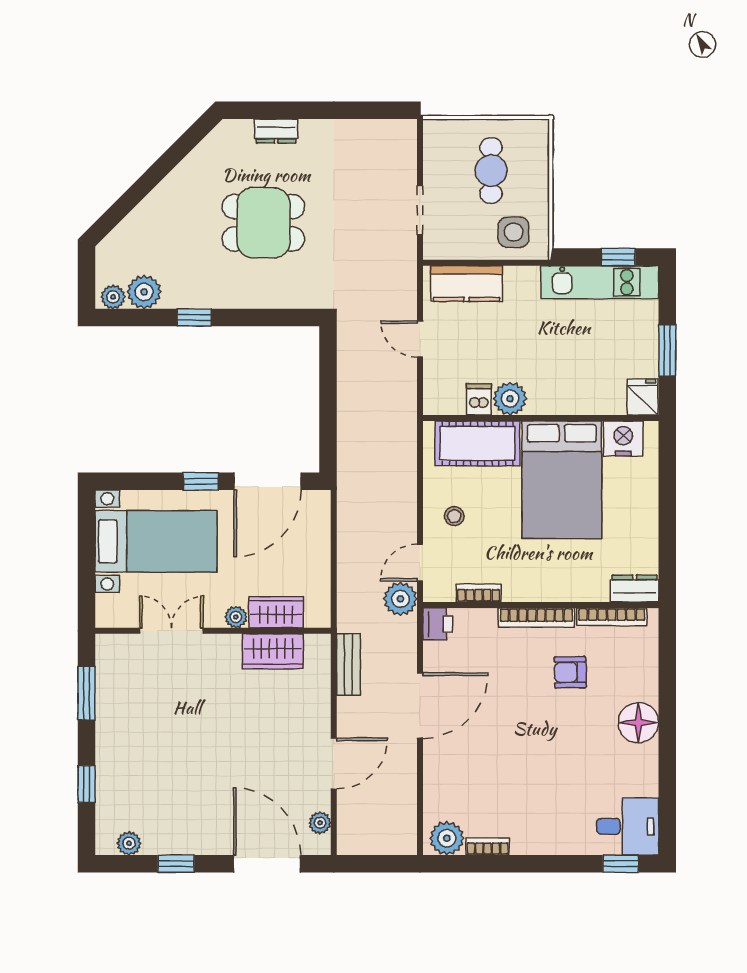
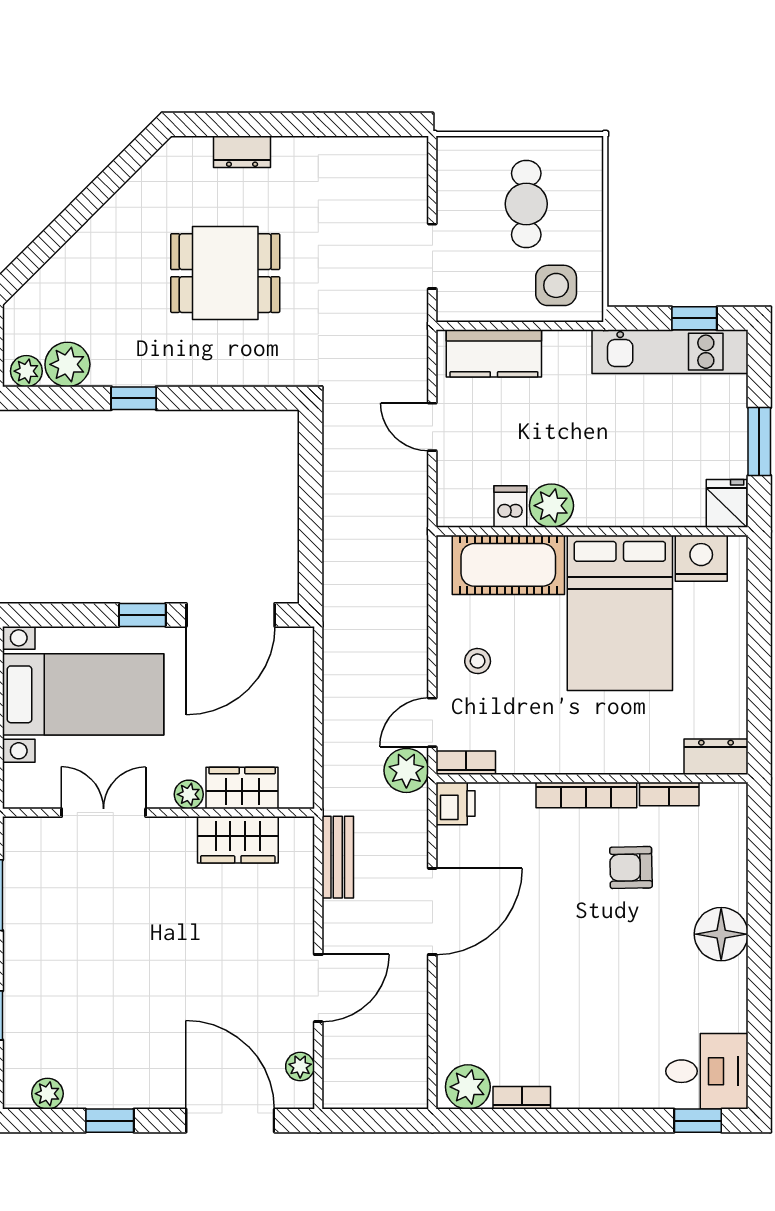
bookcase: (479, 593) -> (466, 763), moved
bookcase: (612, 617) -> (669, 794), width x0.64

